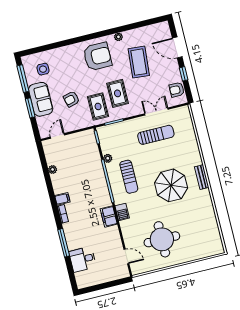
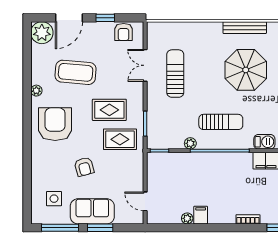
plant: (162, 30) -> (42, 33), added
armchair: (71, 99) -> (84, 167), moved
bench: (202, 177) -> (245, 28), width x1.36
filing cabinet: (62, 199) -> (201, 215), moved

